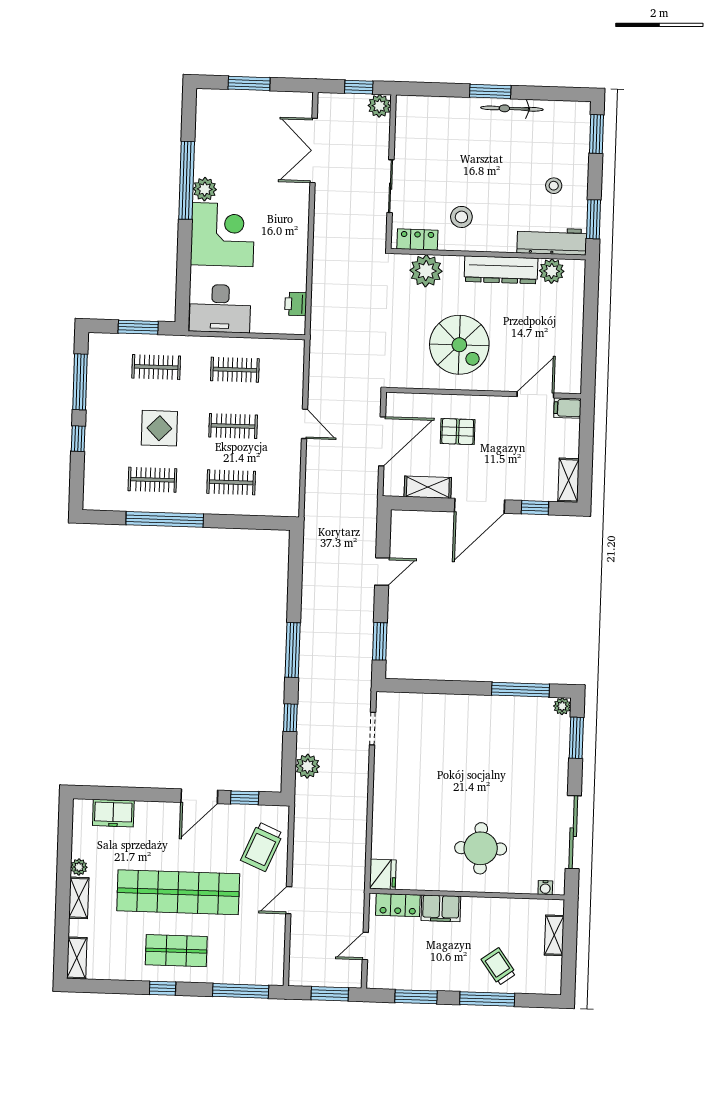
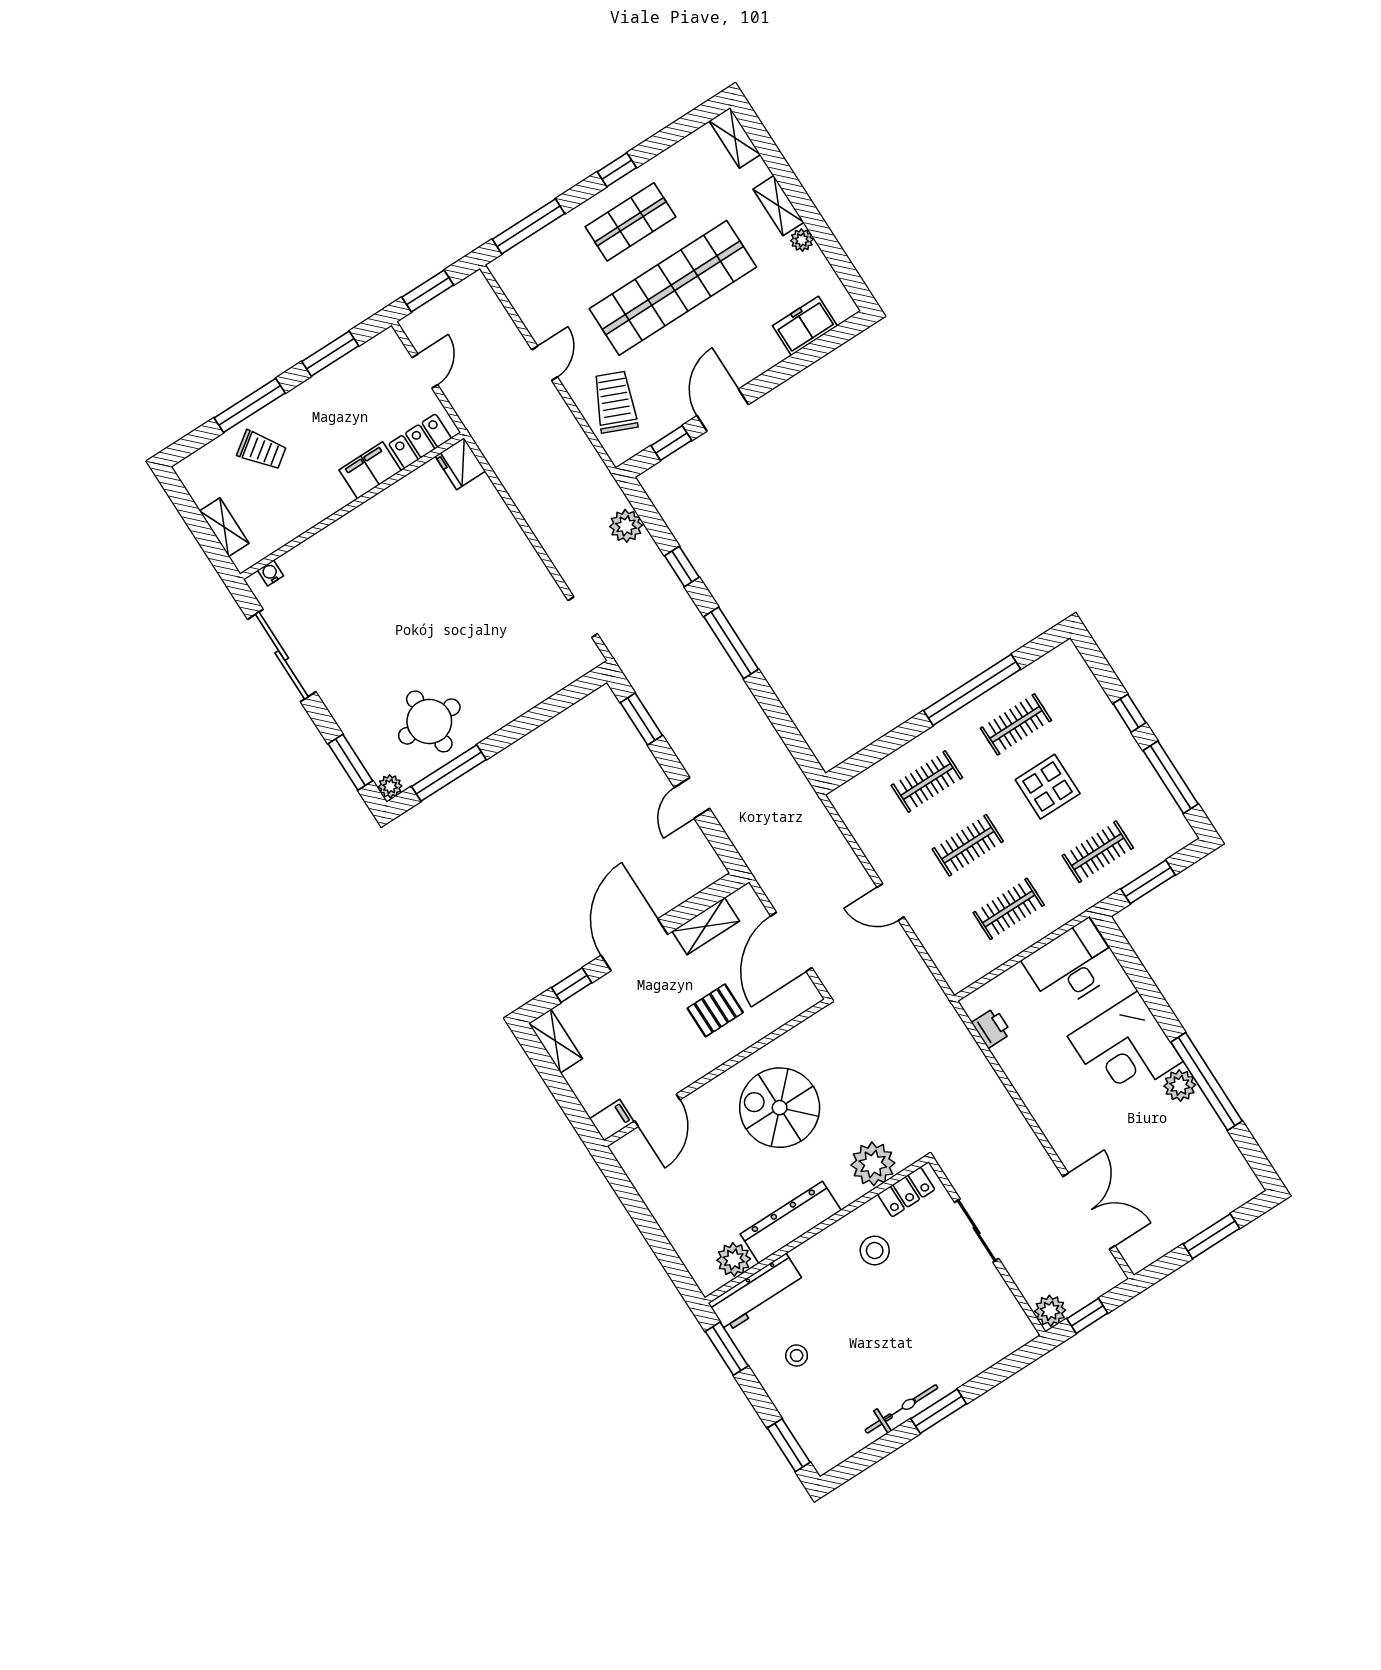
round table: (481, 848) -> (429, 721), moved

